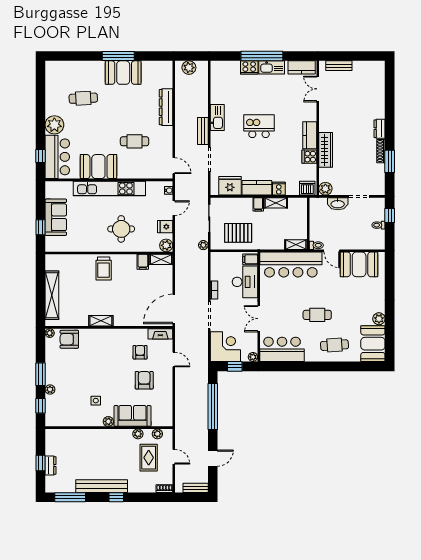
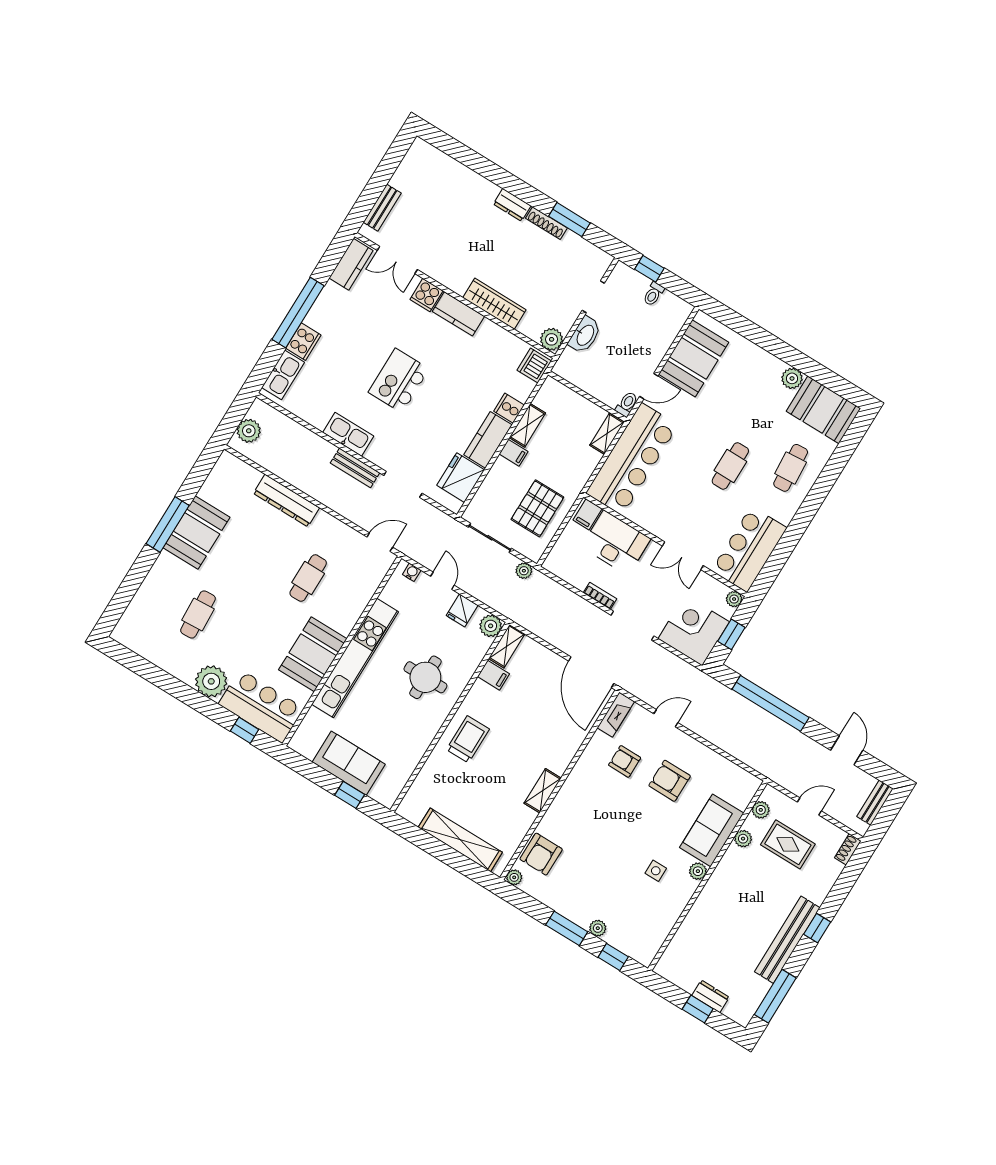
kitchen sink: (272, 67) -> (283, 375), moved
cooker: (309, 157) -> (426, 295), moved
trolley: (104, 269) -> (468, 739), turned -90

